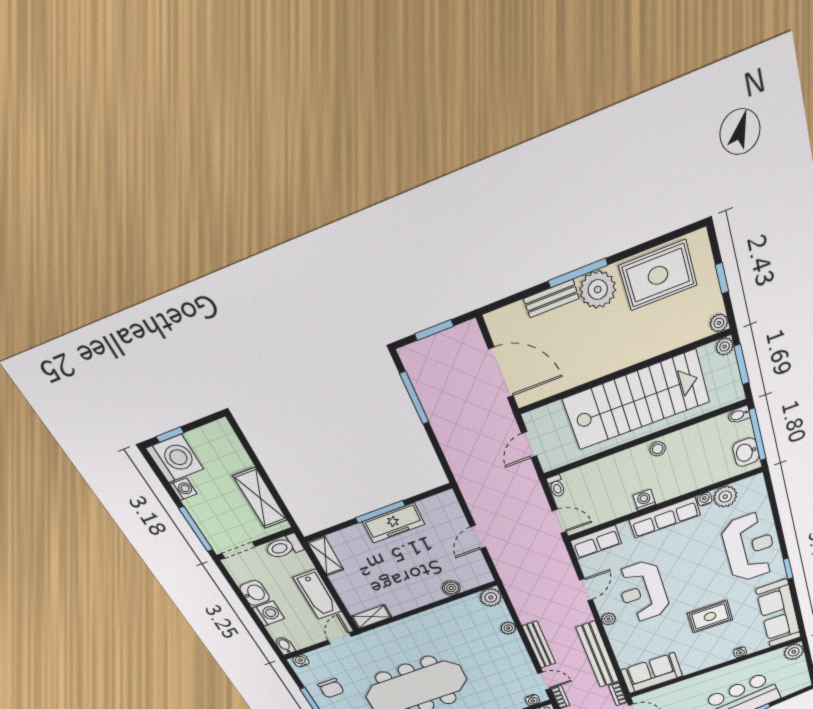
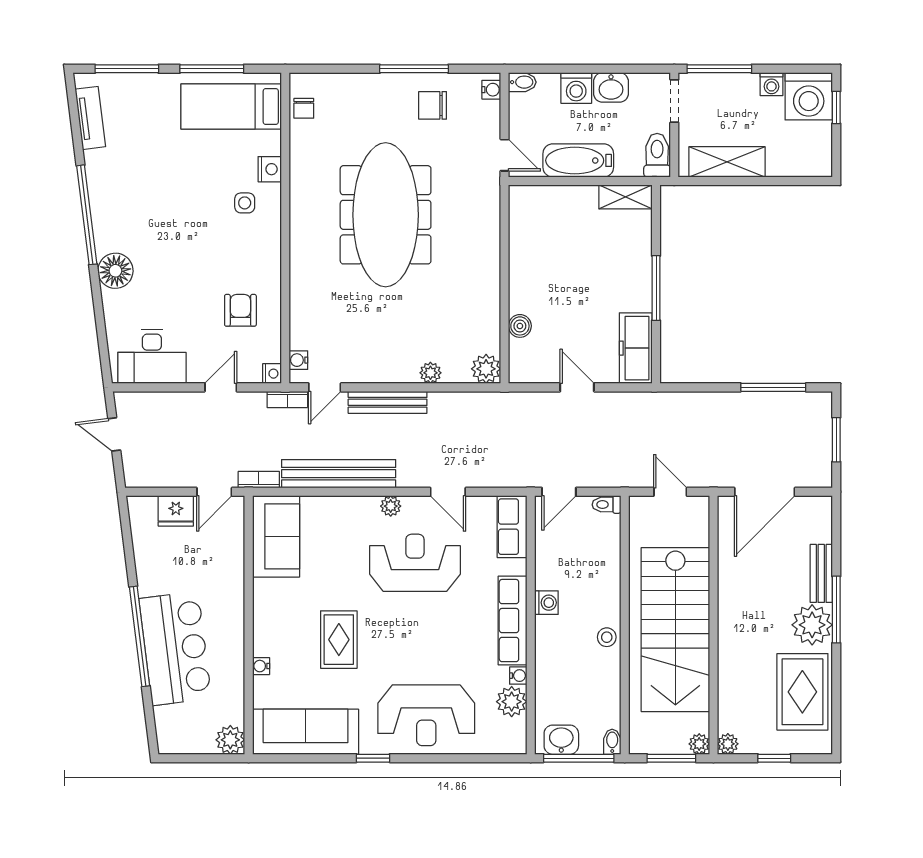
freezer: (394, 523) -> (636, 348), moved
shelving: (371, 617) -> (520, 210), removed

